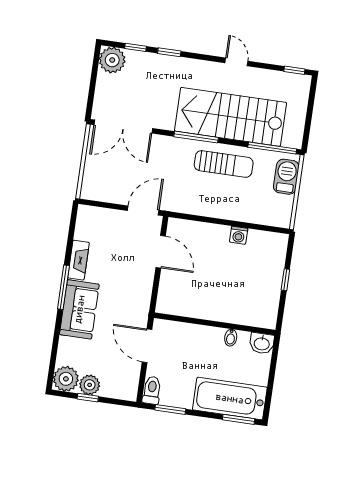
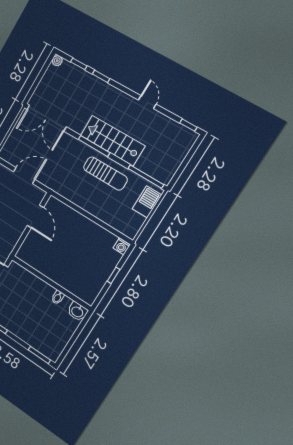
plant: (112, 60) -> (57, 61), width x0.53, depth x0.53
stairs: (231, 117) -> (112, 141), width x0.73, depth x0.66
door: (143, 210) -> (24, 176), moved
washing machine: (239, 235) -> (122, 246), moved
bathtub: (230, 398) -> (39, 338), removed

